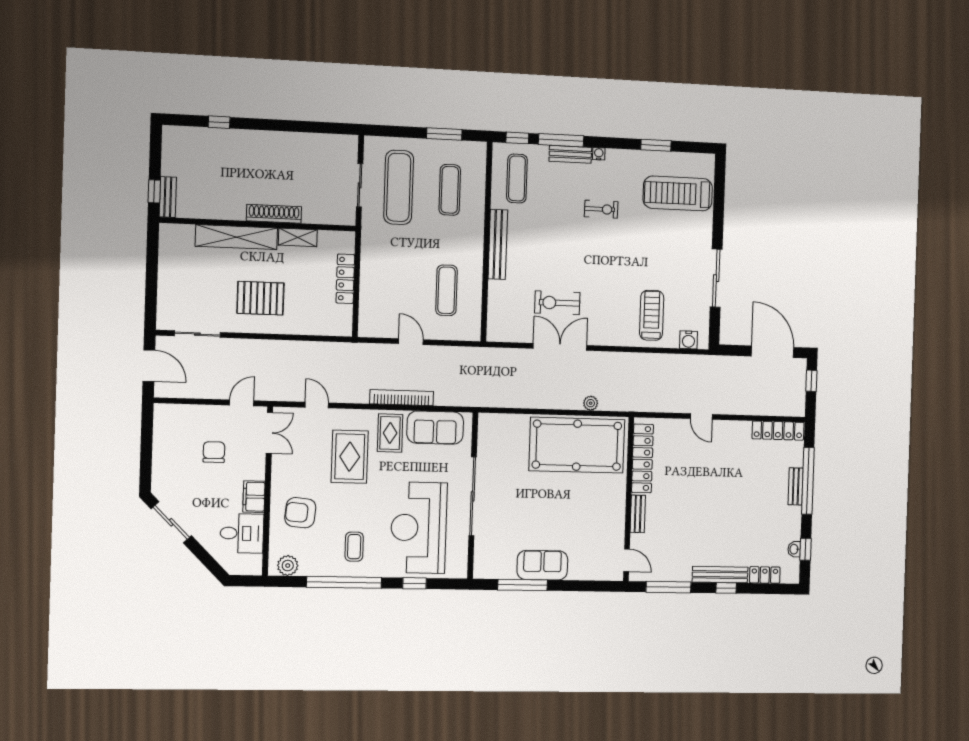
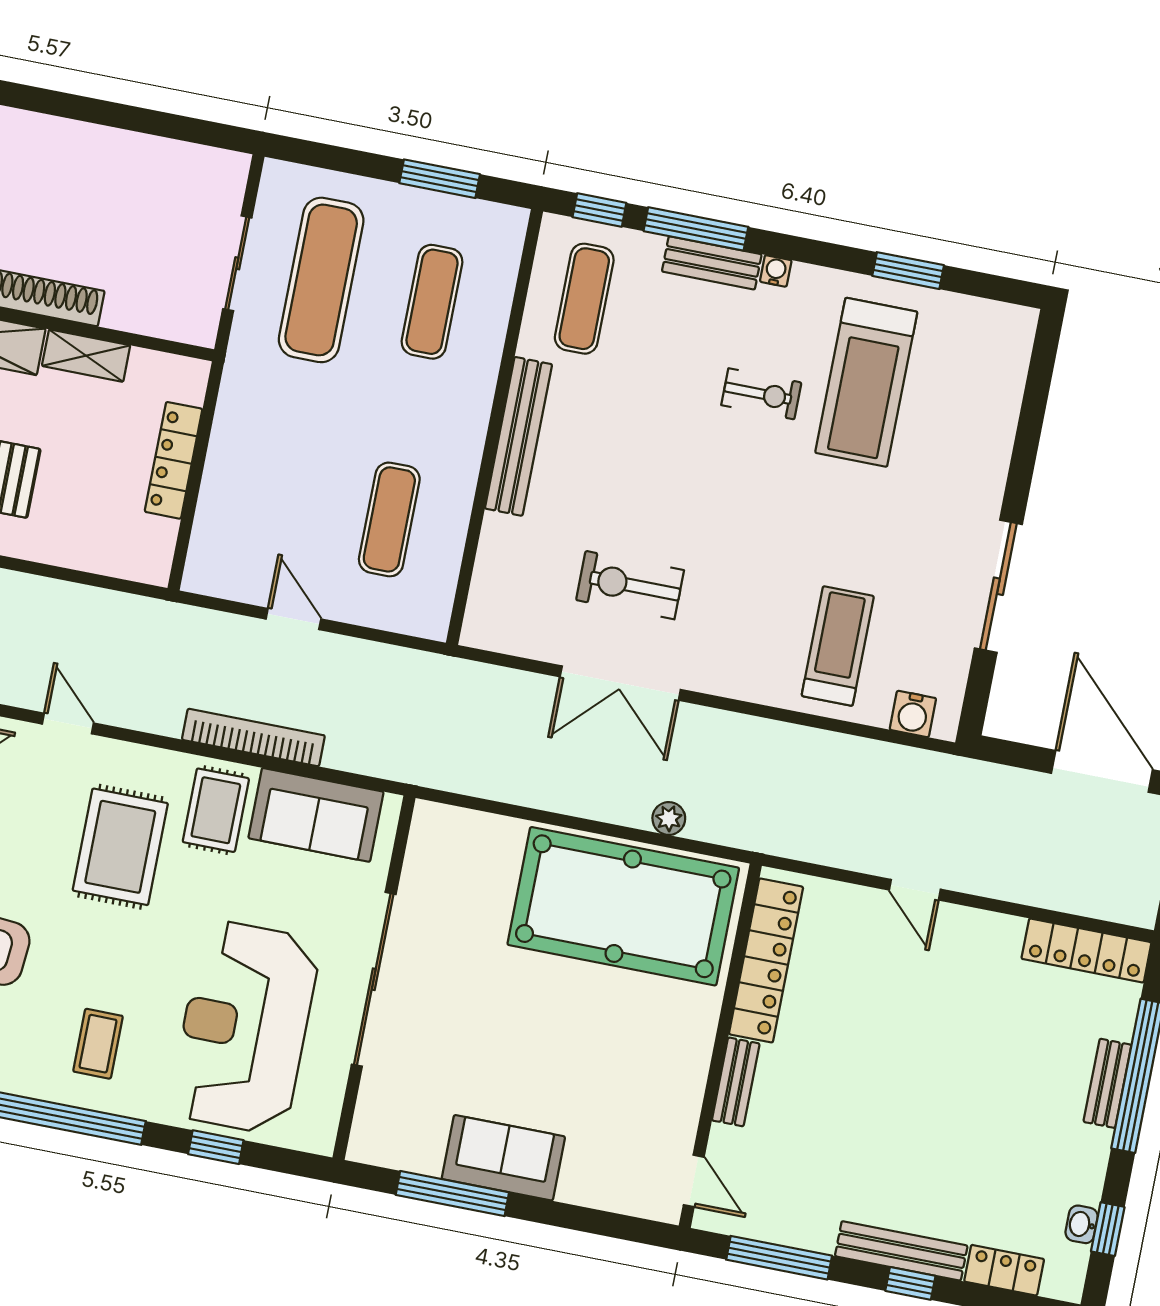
treadmill: (678, 193) -> (866, 382), moved, turned -90
double door: (560, 347) -> (620, 683), swing flipped

